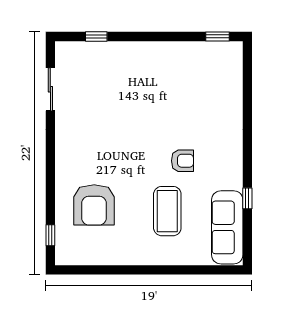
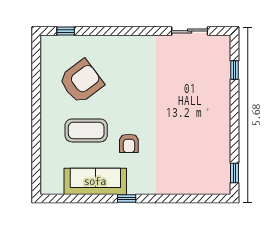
window: (247, 198) -> (127, 198), moved
armchair: (94, 205) -> (81, 82), moved, turned 143
sofa: (227, 227) -> (95, 181), moved

